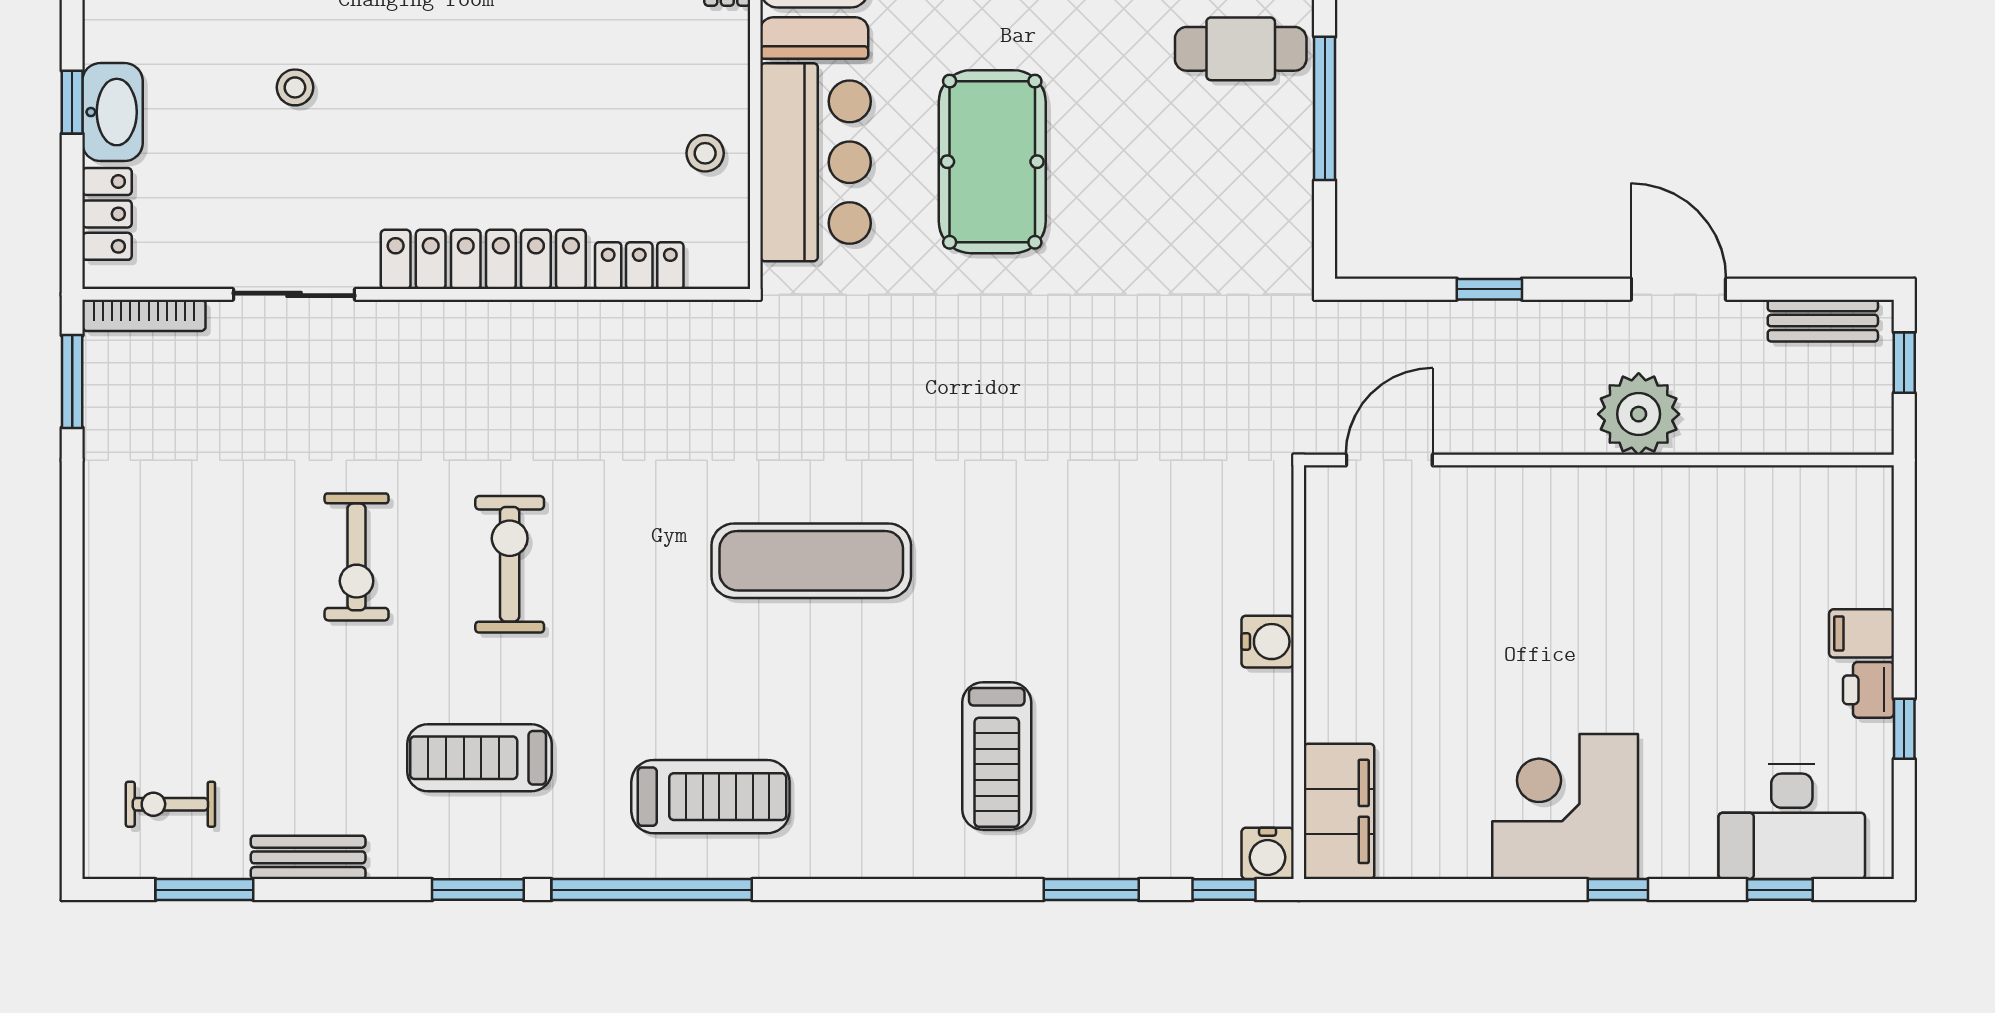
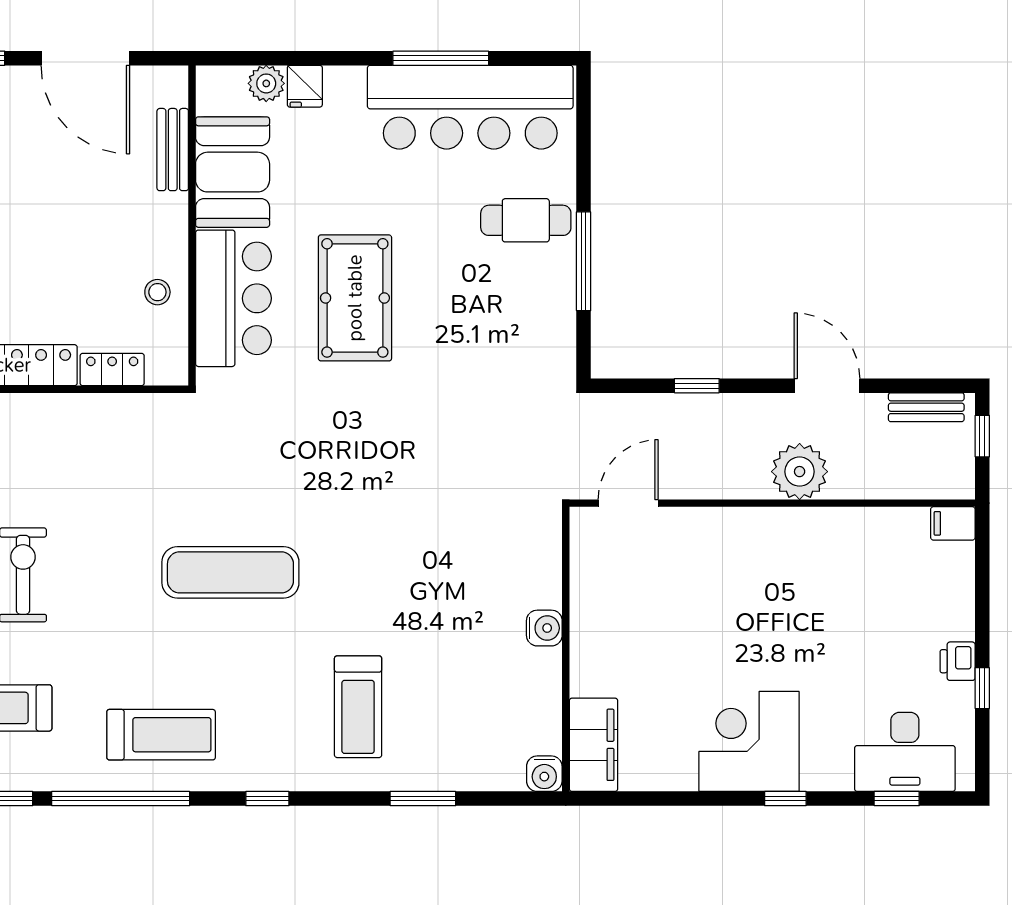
filing cabinet: (1862, 633) -> (953, 523), moved
window: (1224, 890) -> (267, 799), moved

